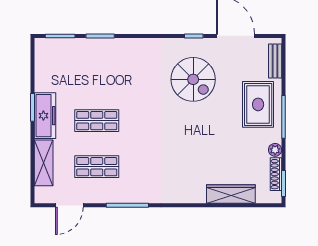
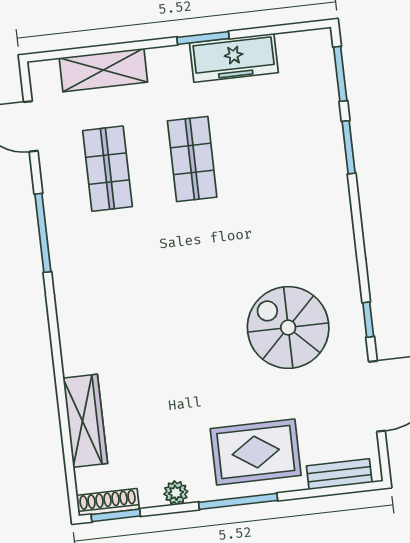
spiral stairs: (193, 79) -> (288, 327), turned 90
freezer: (45, 116) -> (234, 58), moved
shoe rack: (276, 174) -> (108, 502), moved

